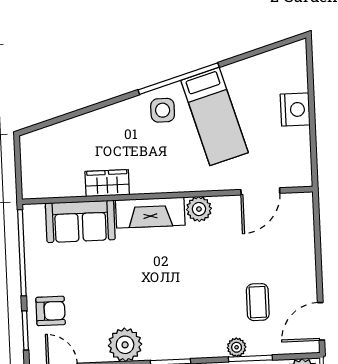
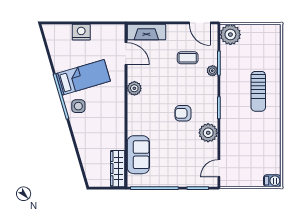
wardrobe: (107, 183) -> (118, 169), moved, width x1.50
fireplace: (150, 213) -> (146, 32), moved, turned 90
armchair: (51, 311) -> (183, 113), moved, turned -90

